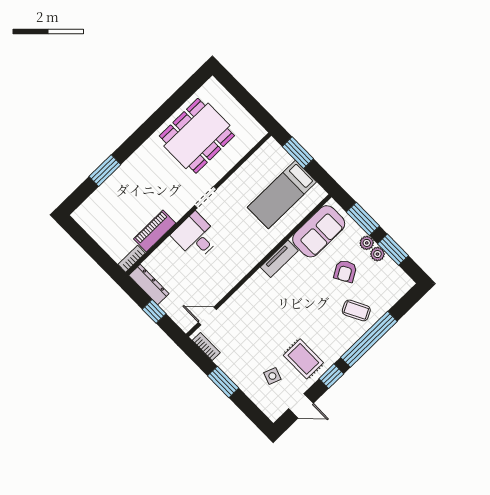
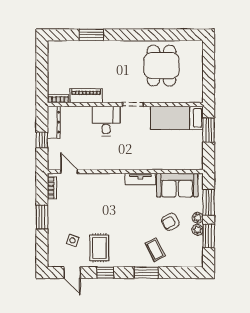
dining table: (197, 136) -> (162, 66), width x0.73
bed: (282, 195) -> (177, 118), moved
window: (369, 339) -> (146, 273), width x0.47

